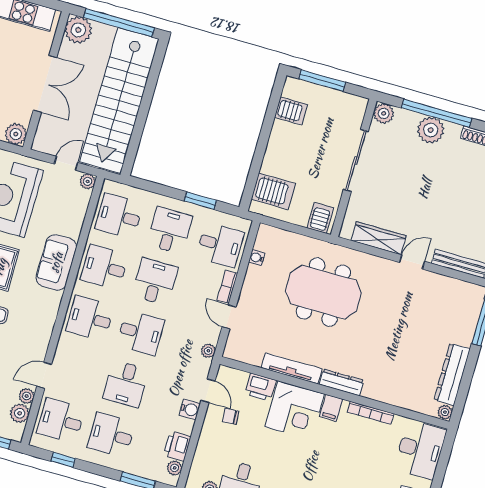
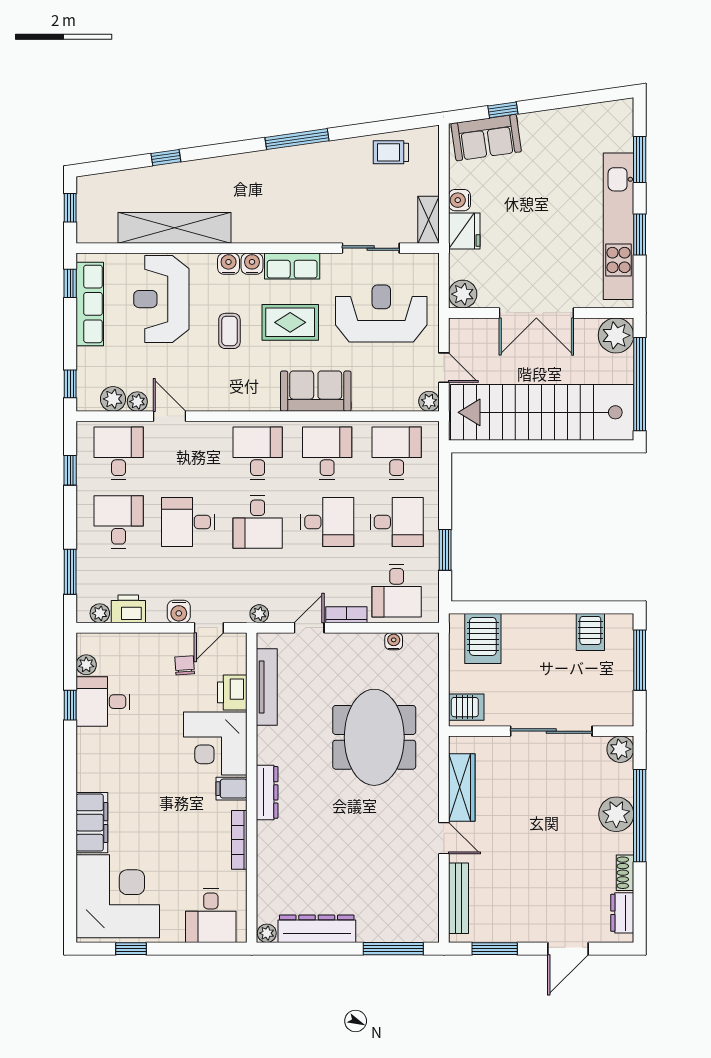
tv unit: (292, 368) -> (267, 687), moved
desk: (420, 450) -> (211, 916), width x0.73

